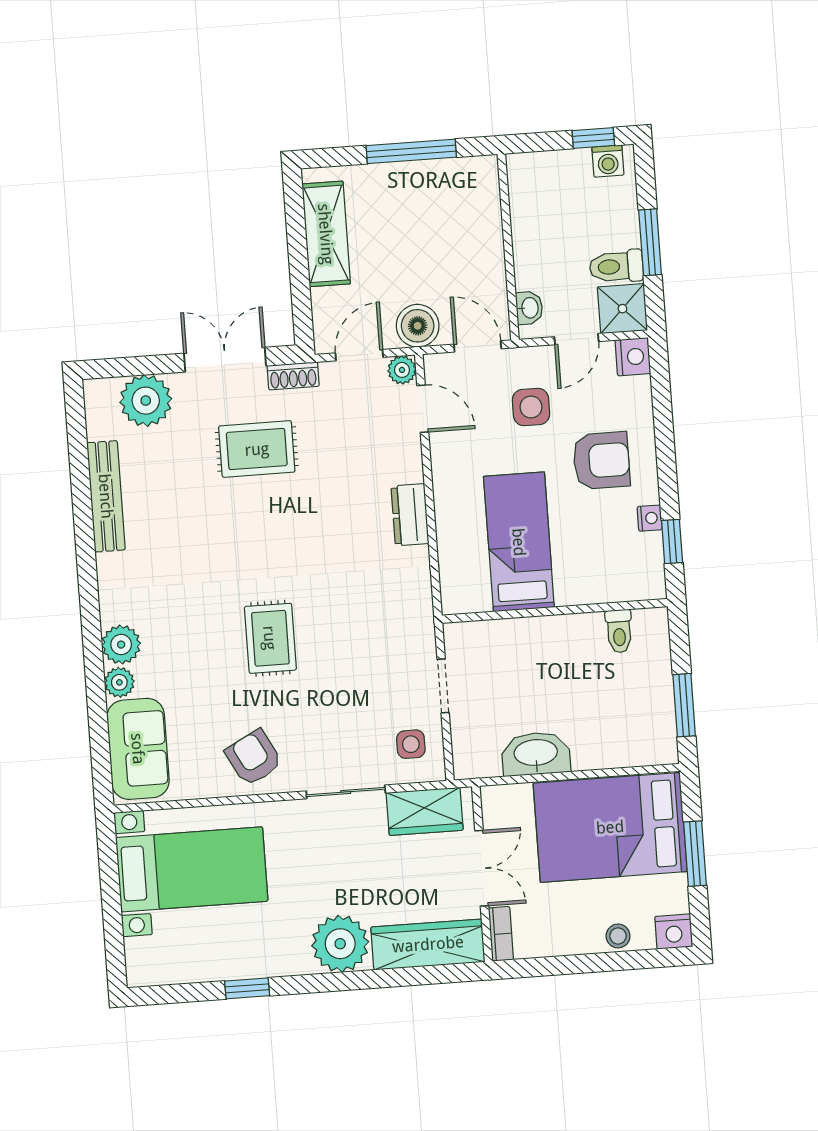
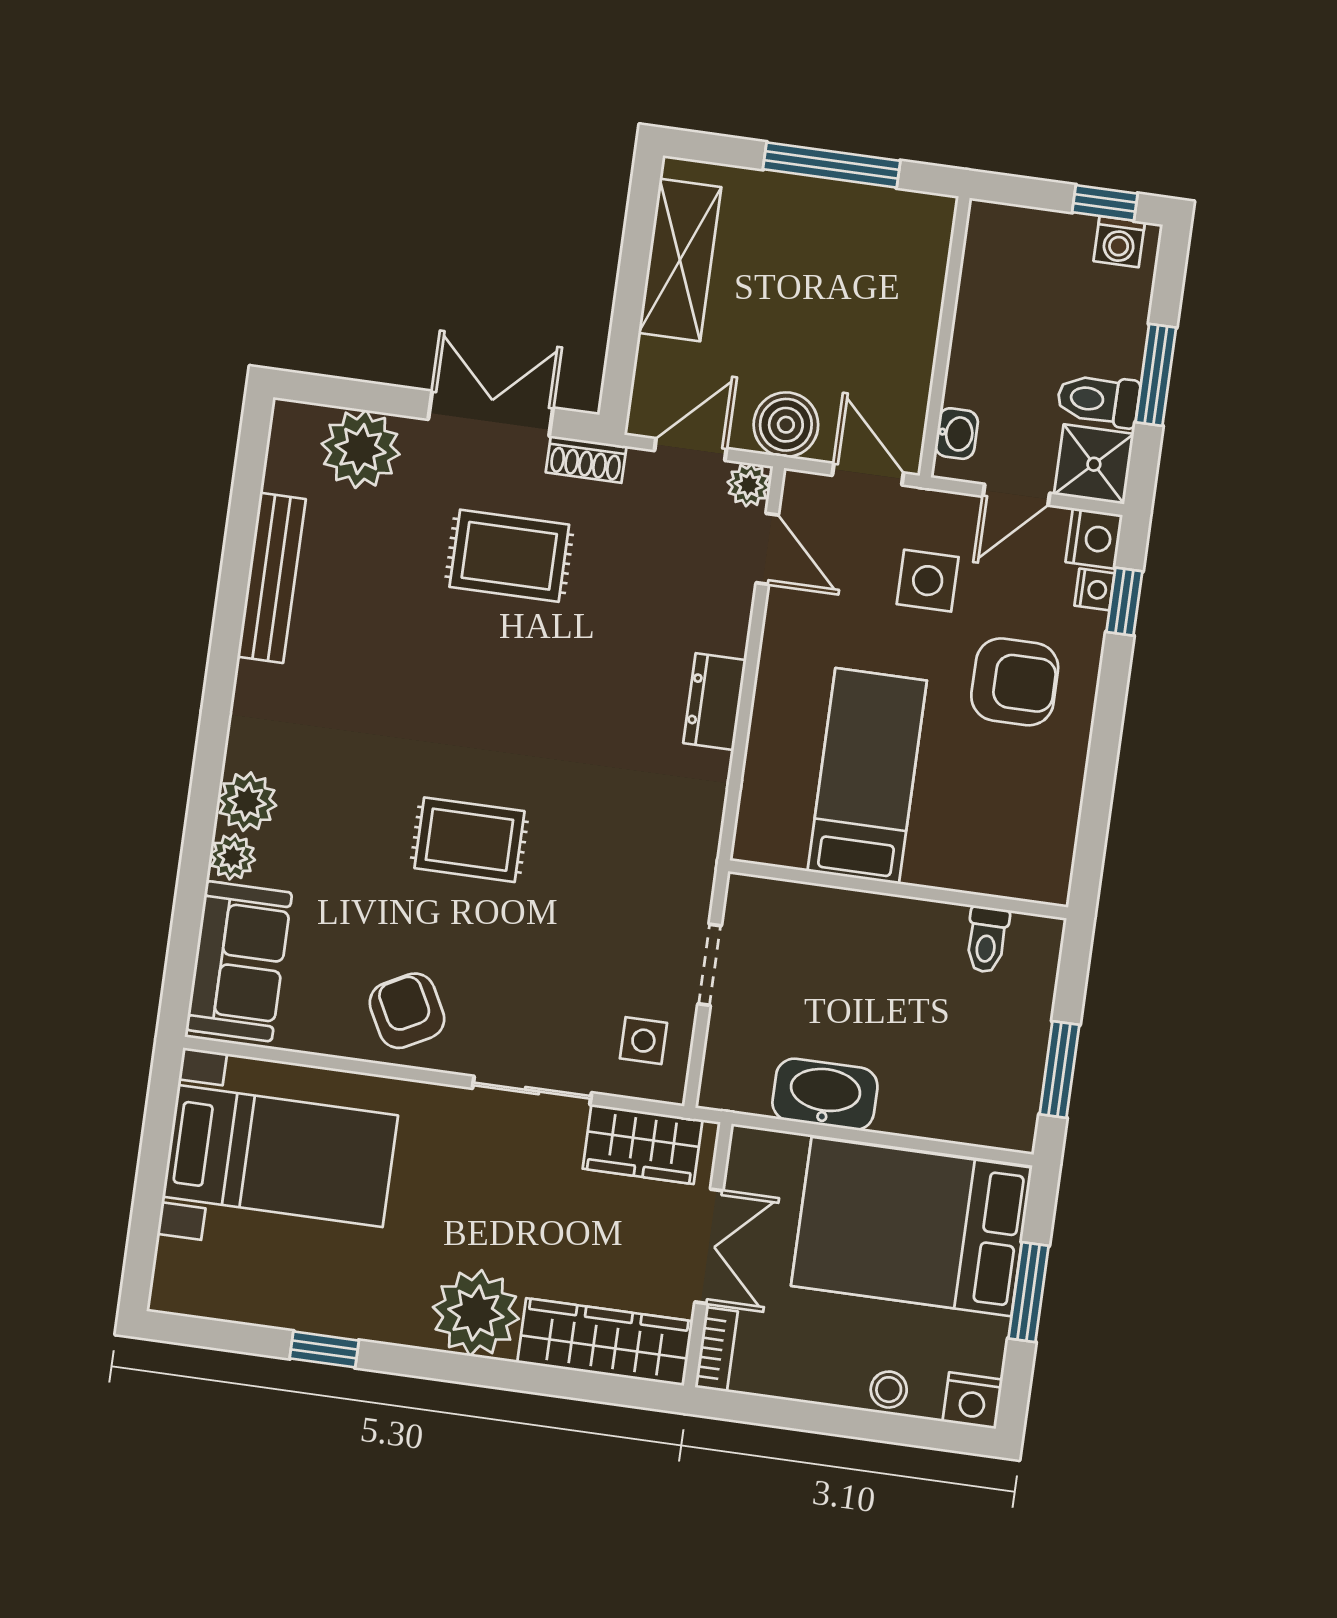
nightstand: (650, 518) -> (1094, 589), moved
window: (672, 542) -> (1124, 602), moved
rug: (270, 638) -> (469, 840), turned 90

